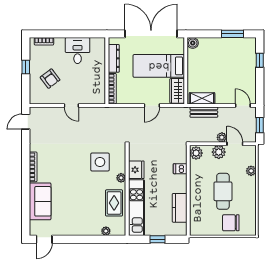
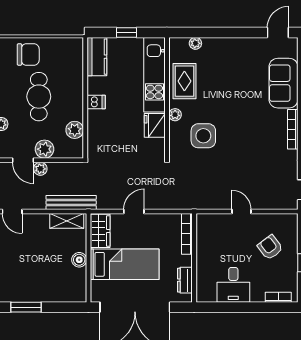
boiler: (193, 43) -> (79, 260), moved
dresser: (114, 58) -> (185, 280), width x0.70
bench: (204, 112) -> (71, 202), width x1.36
plant: (196, 153) -> (75, 130), moved
dishwasher: (180, 169) -> (96, 102), moved
kitchen counter: (180, 208) -> (97, 57), moved

